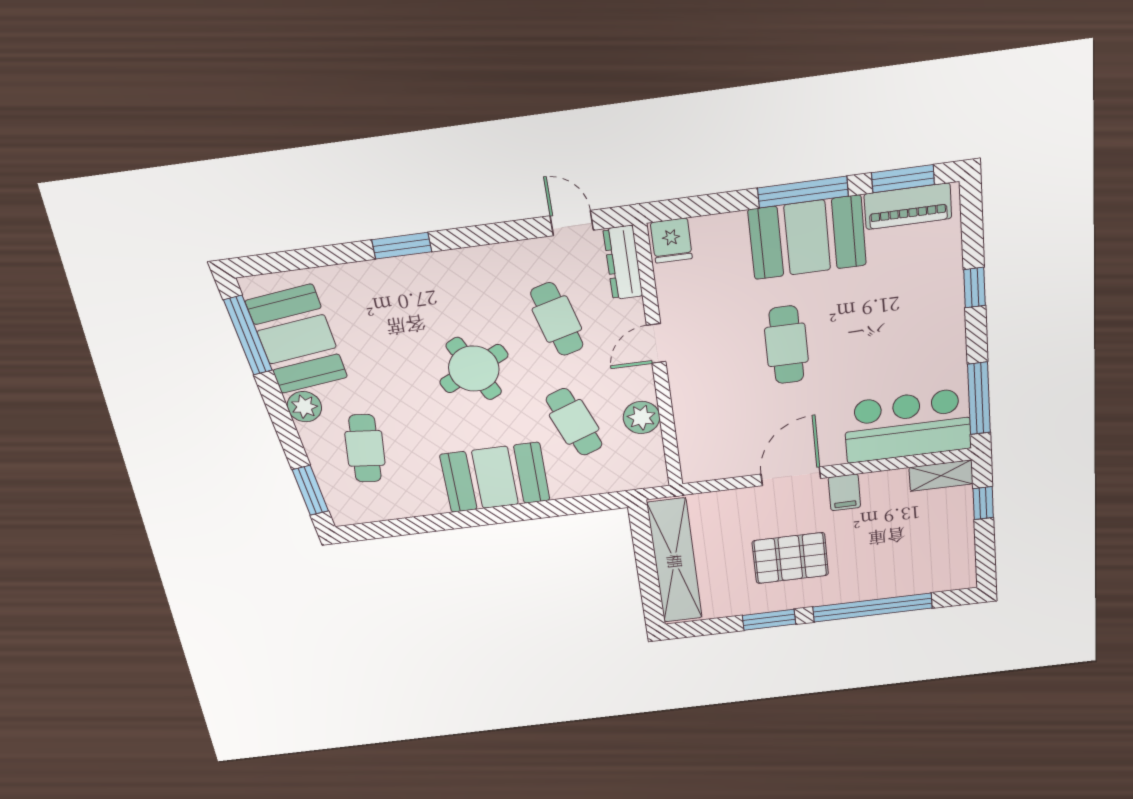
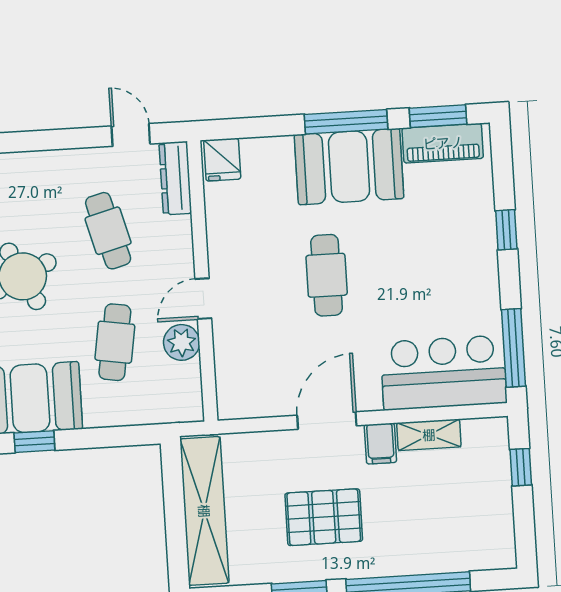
door: (656, 344) -> (203, 299), moved
cafe table: (574, 422) -> (115, 342), turned 30
shelving: (941, 476) -> (429, 435), moved
window: (504, 514) -> (34, 442), added

